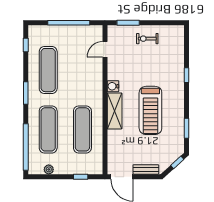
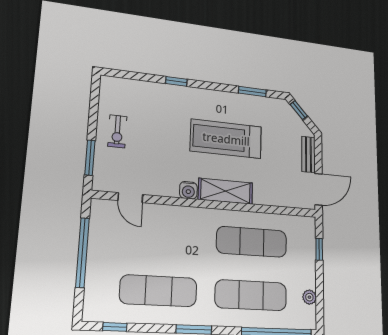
treadmill: (150, 110) -> (226, 139), turned 180

